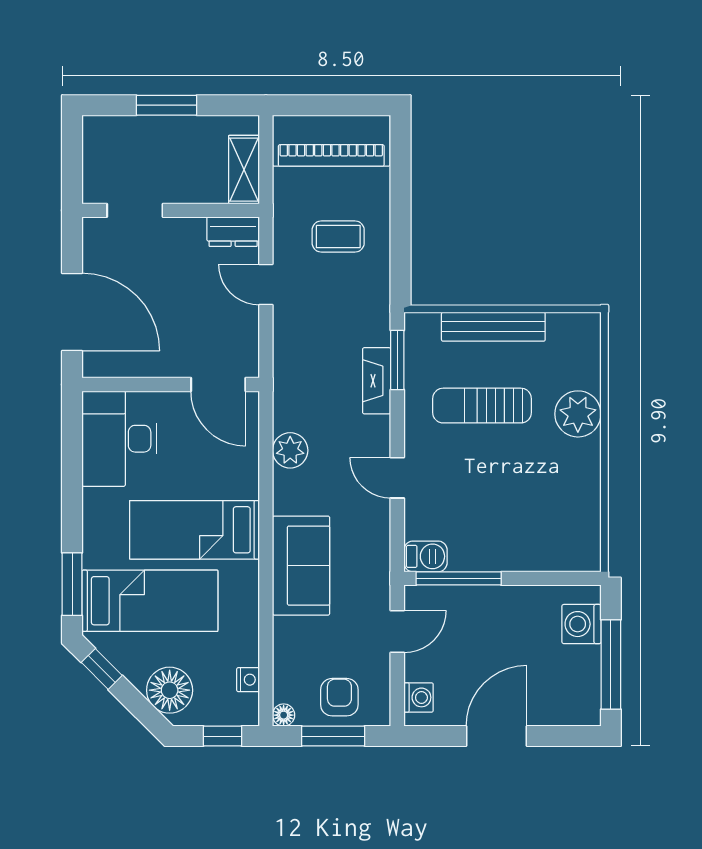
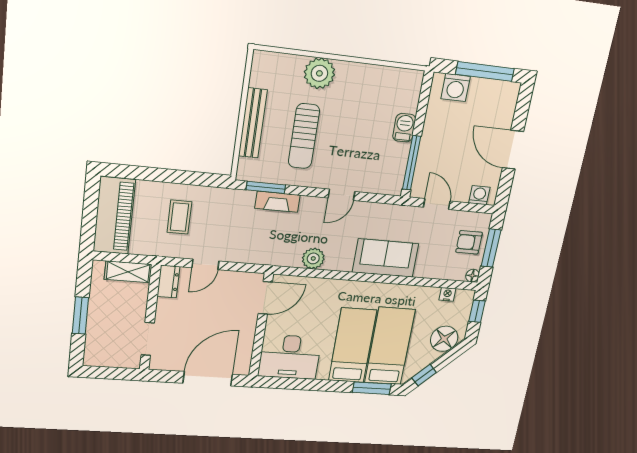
bed: (194, 530) -> (352, 345), moved, turned 180
barbecue: (426, 556) -> (404, 128), moved

